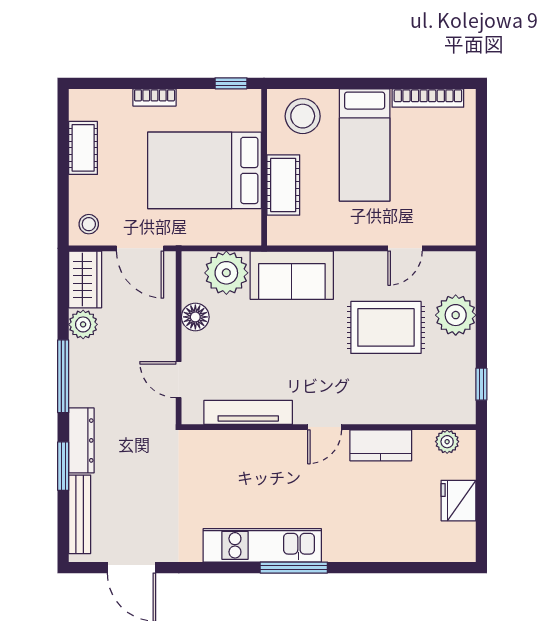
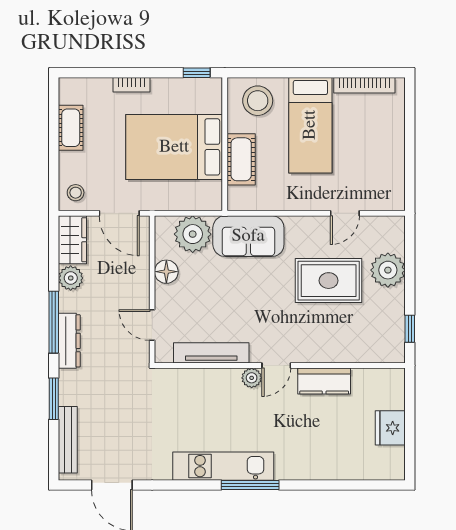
dresser: (81, 440) -> (69, 341), moved
plant: (447, 442) -> (252, 378), moved

